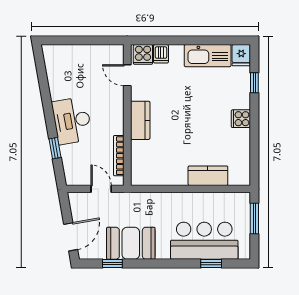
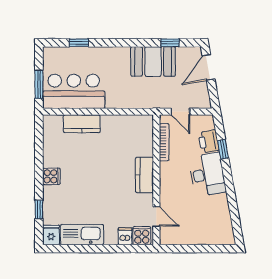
printer: (70, 157) -> (209, 141), added
bar counter: (204, 241) -> (74, 91), moved, turned 180

